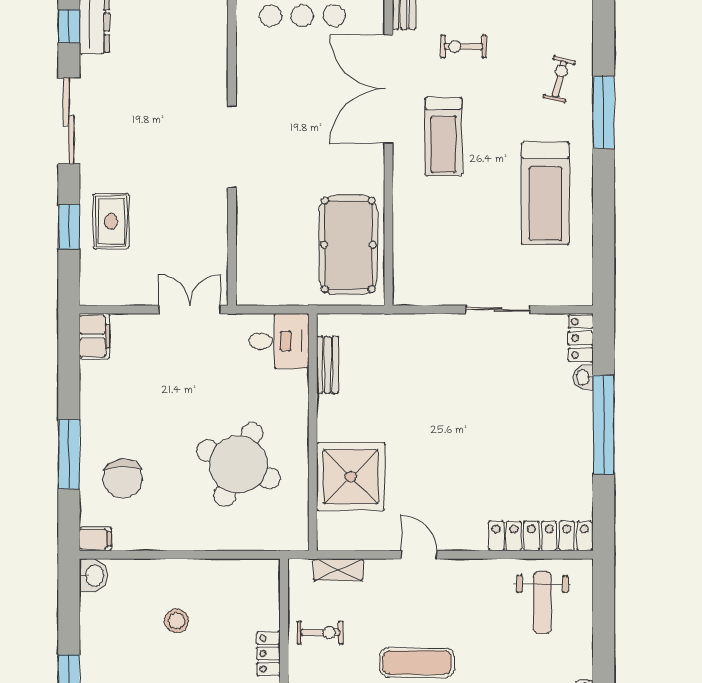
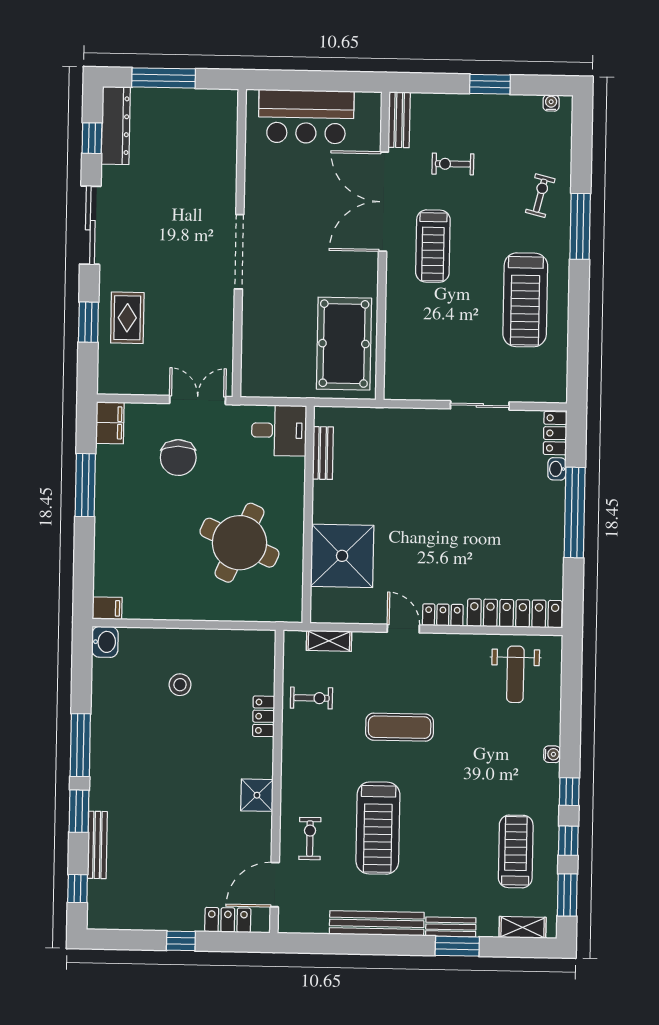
window: (69, 454) -> (85, 485), moved
chair: (123, 479) -> (178, 458), moved
locker: (462, 539) -> (443, 615), added

